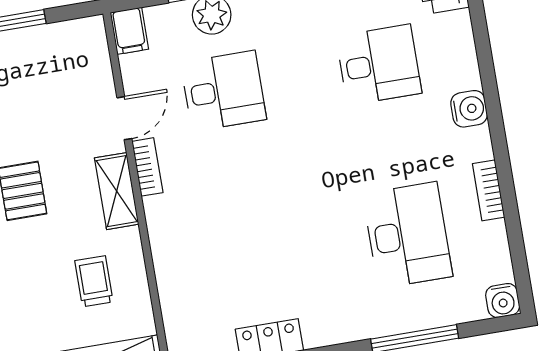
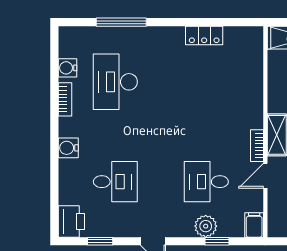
desk: (379, 65) -> (115, 182), turned 180
water cooler: (503, 300) -> (68, 68), moved, turned -90

